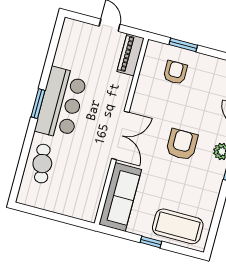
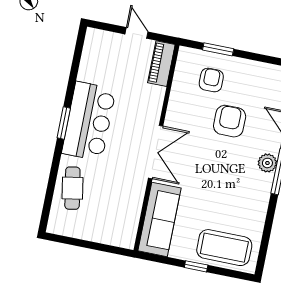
armchair: (182, 145) -> (230, 121), moved

